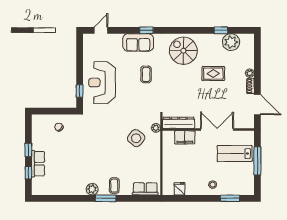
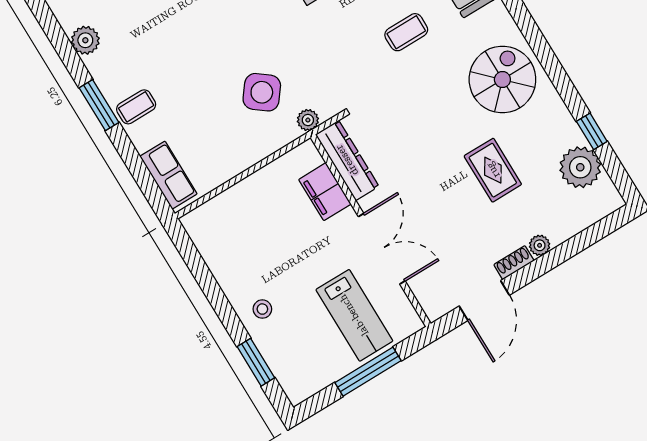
lab bench: (235, 154) -> (354, 315), turned 180
plant: (92, 189) -> (85, 40), moved
fridge: (179, 189) -> (212, 246), removed

